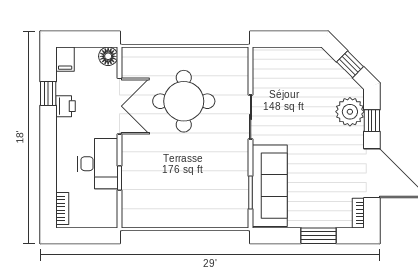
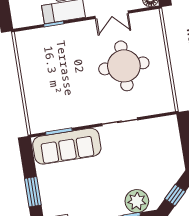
double door: (119, 106) -> (112, 15), width x0.73

